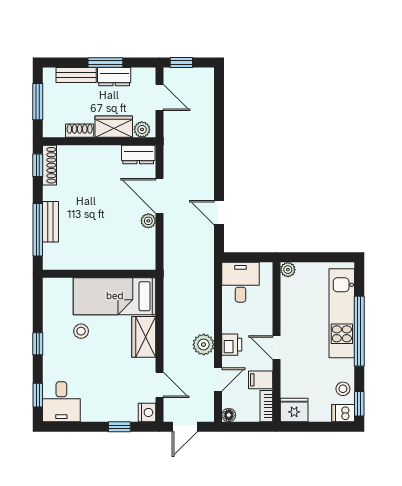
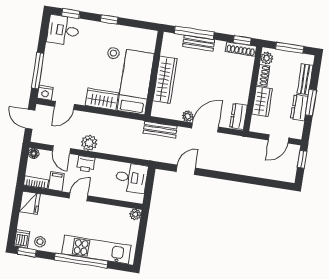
plant: (142, 129) -> (267, 58), moved
bench: (172, 255) -> (160, 130), added
wardrobe: (105, 258) -> (165, 80), added
window: (119, 427) -> (38, 71), width x2.17

